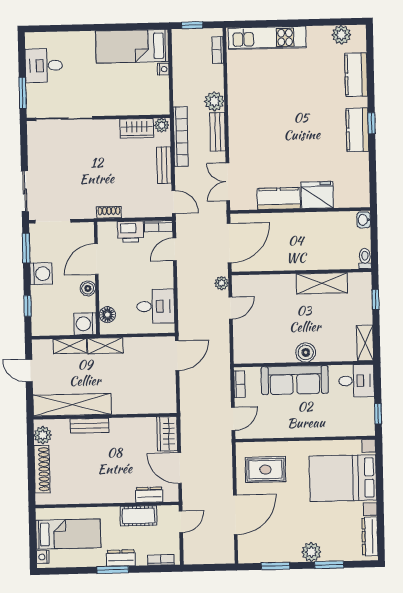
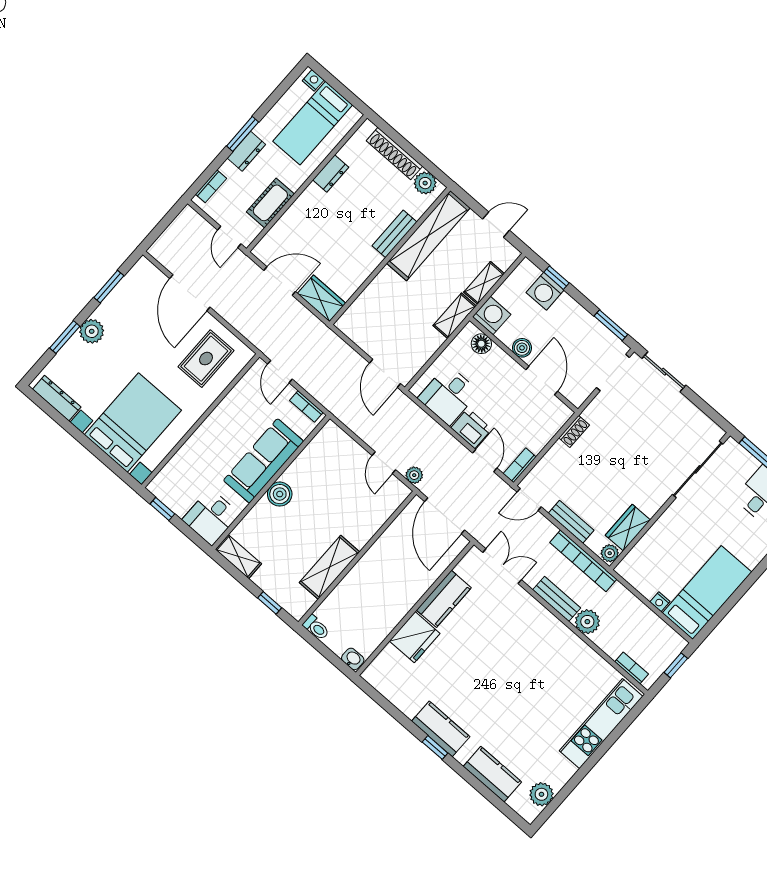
printer: (131, 232) -> (471, 428), moved, turned 90
washing machine: (41, 274) -> (545, 291), moved
dresser: (149, 495) -> (331, 174), moved

